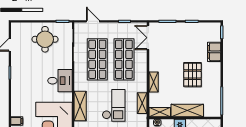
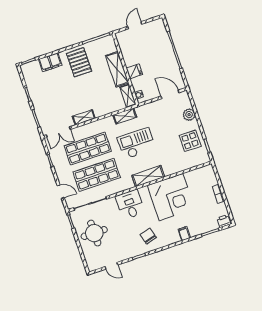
door: (93, 21) -> (61, 192), swing flipped
pallet: (192, 75) -> (79, 62), moved, turned 90
shelving: (154, 82) -> (84, 117), moved
chair: (26, 88) -> (148, 236), added

